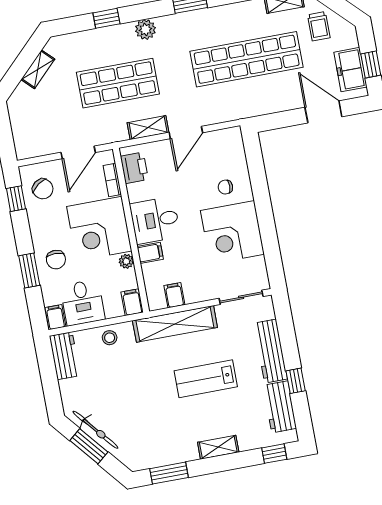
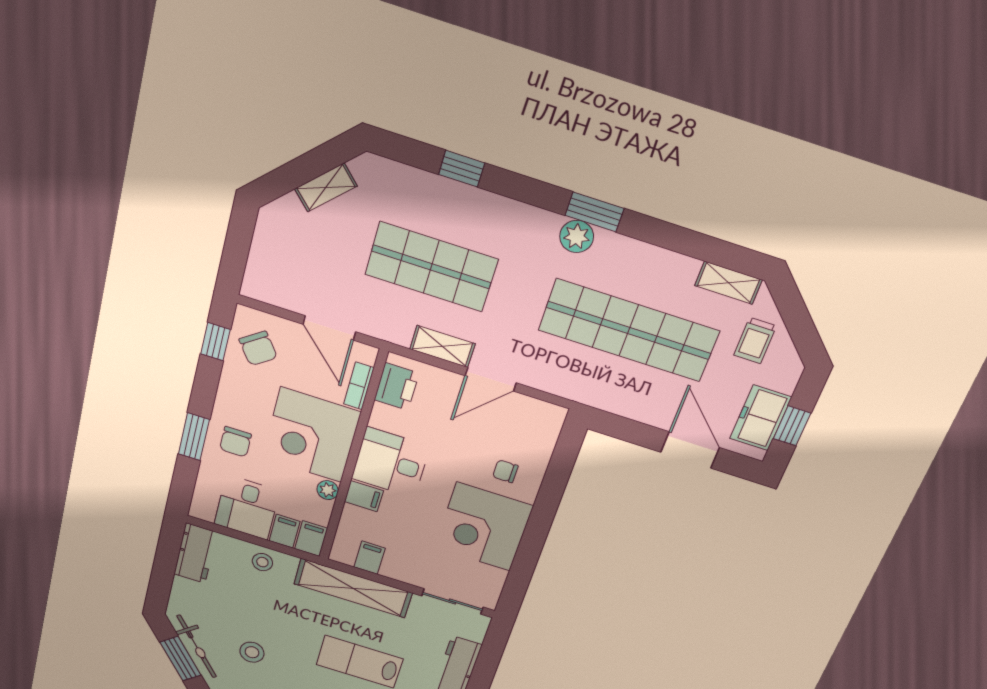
plant: (145, 30) -> (577, 236), moved
door: (78, 152) -> (329, 328), hinge flipped
filing cabinet: (55, 317) -> (285, 531), moved
stool: (133, 413) -> (252, 652), added

